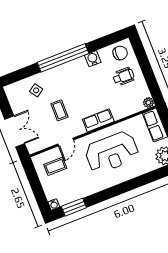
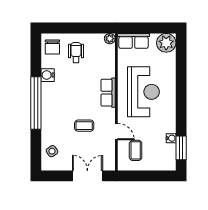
chair: (120, 53) -> (52, 47), turned 180
side table: (36, 90) -> (52, 151), moved
water cooler: (54, 204) -> (171, 138), moved

